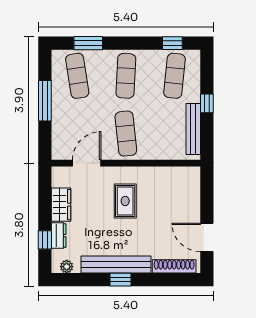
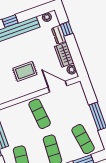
door: (87, 163) -> (57, 87), swing flipped
plant: (58, 180) -> (72, 70), added
rug: (125, 201) -> (25, 71), turned 90

